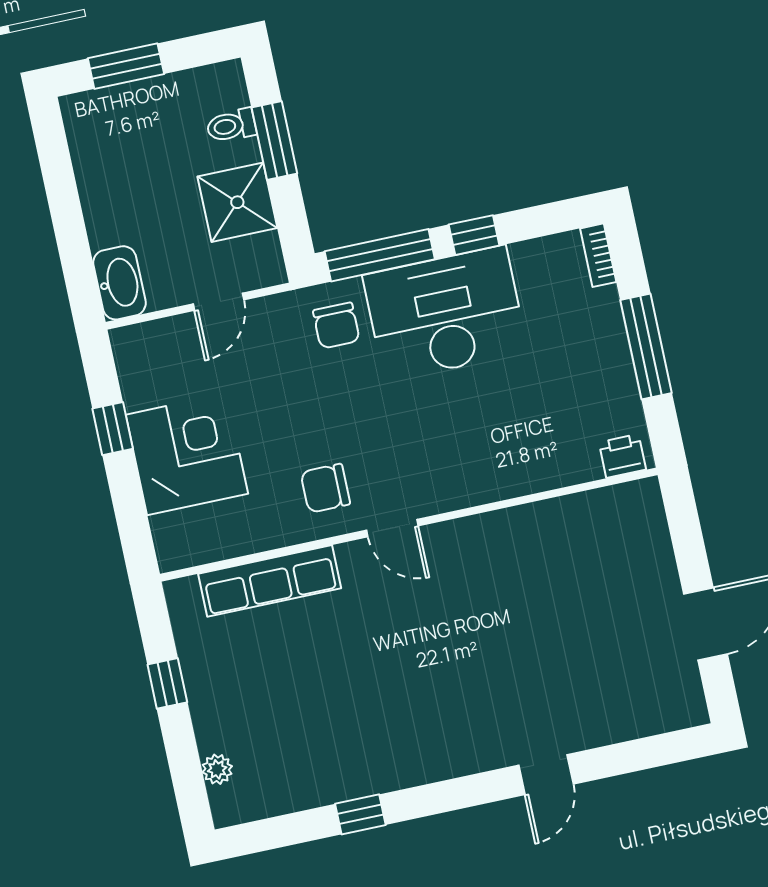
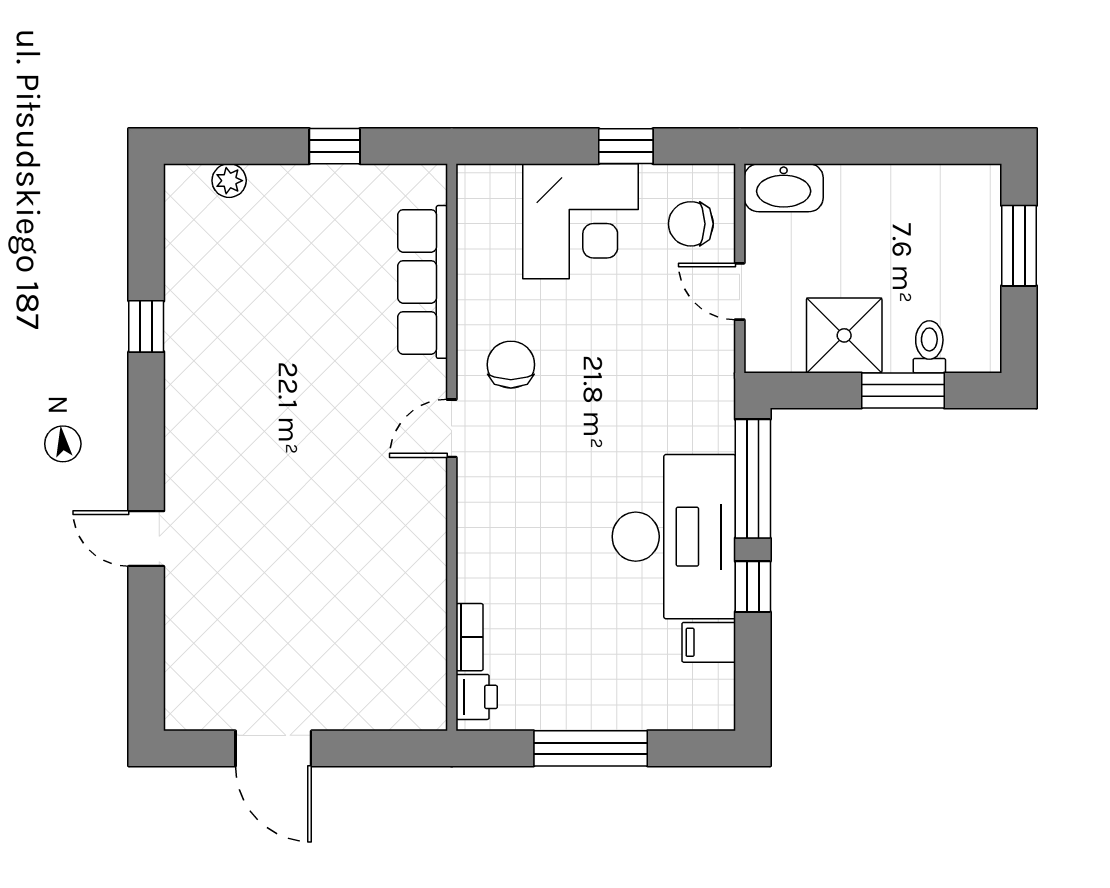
bookcase: (598, 255) -> (470, 637), moved, turned 90
filing cabinet: (531, 263) -> (709, 642), added
chair: (336, 326) -> (691, 224), moved

